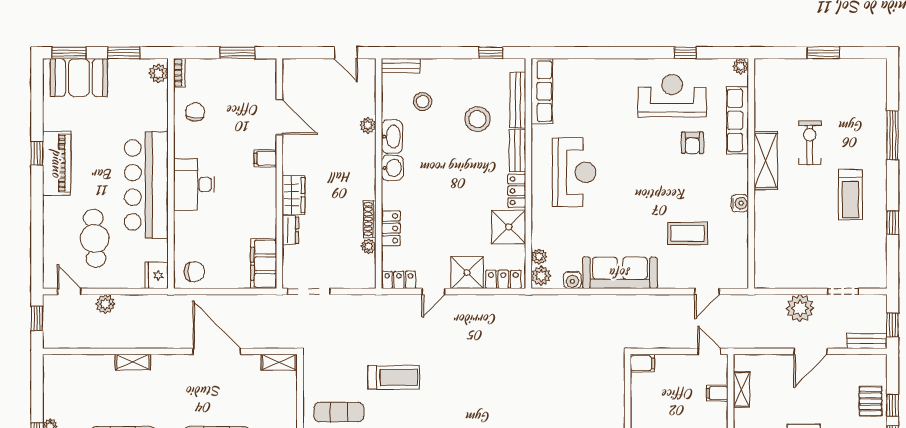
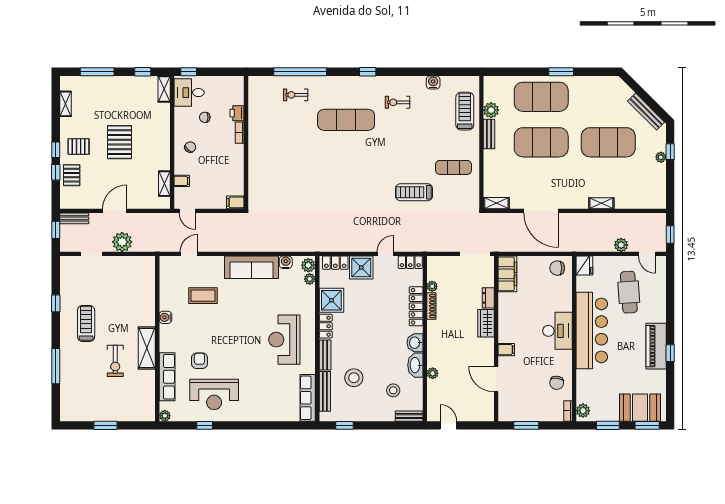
locker: (391, 228) -> (416, 306), width x1.53

